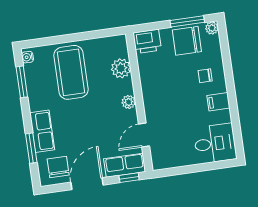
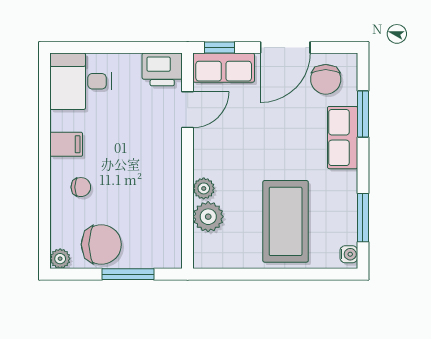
window: (187, 21) -> (128, 274), moved
printer: (147, 41) -> (162, 69), moved, turned 180
plant: (129, 102) -> (204, 188), moved

